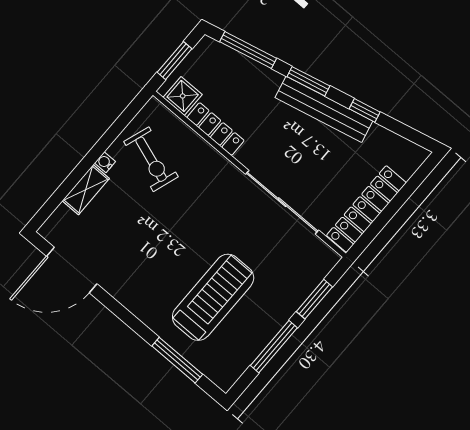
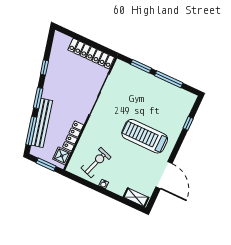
bench: (324, 109) -> (42, 123), moved
shelving: (86, 190) -> (136, 197), moved
door: (72, 270) -> (164, 175), moved
treadmill: (213, 297) -> (145, 136), moved
window: (177, 360) -> (188, 123), width x0.46

